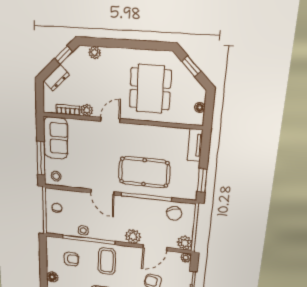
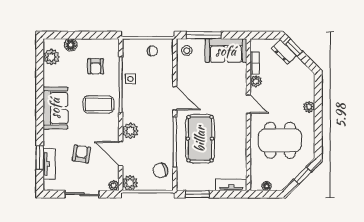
plant: (95, 53) -> (309, 107), moved
window: (64, 55) -> (294, 48), moved
door: (102, 192) -> (175, 98), swing flipped

